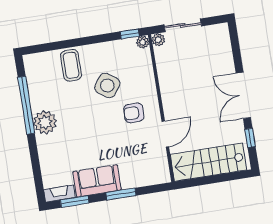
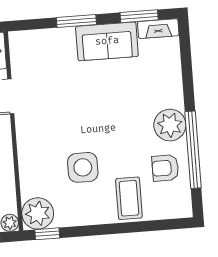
plant: (143, 42) -> (38, 213), width x1.87, depth x1.87
side table: (107, 85) -> (83, 167), turned -36
armchair: (134, 113) -> (165, 168), moved, turned 180

